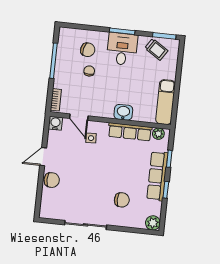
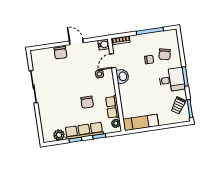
washbasin: (123, 112) -> (122, 76), moved
row of seats: (130, 132) -> (112, 107), width x0.68
chair: (122, 200) -> (87, 102), moved
plant: (153, 223) -> (59, 135), moved

